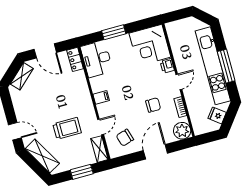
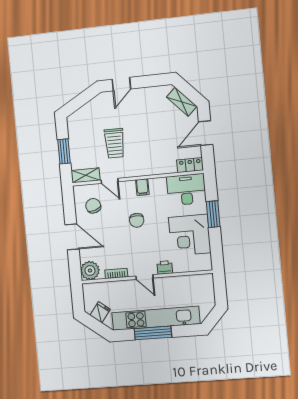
corner desk: (150, 45) -> (190, 235), moved, turned -90
chair: (153, 105) -> (137, 220), moved
shelving: (42, 156) -> (89, 110), removed

